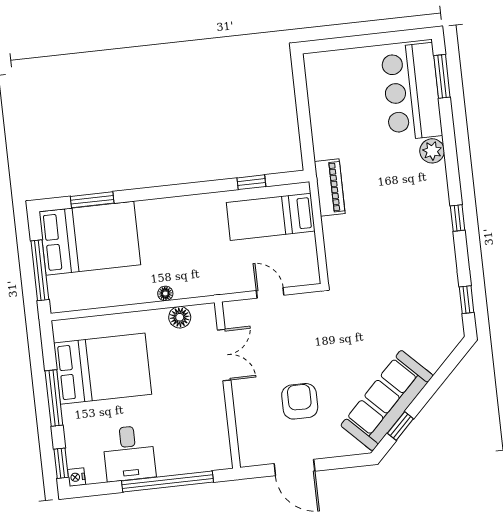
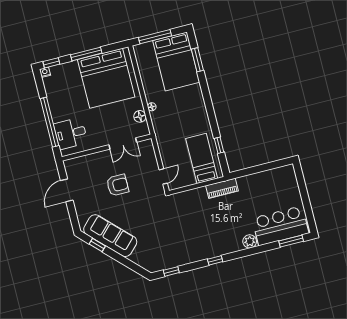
door: (270, 293) -> (163, 176), moved
bed: (103, 369) -> (106, 78), width x1.36
armchair: (300, 401) -> (118, 185), moved
desk: (129, 453) -> (71, 133), moved

